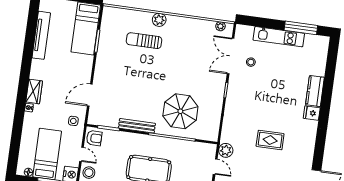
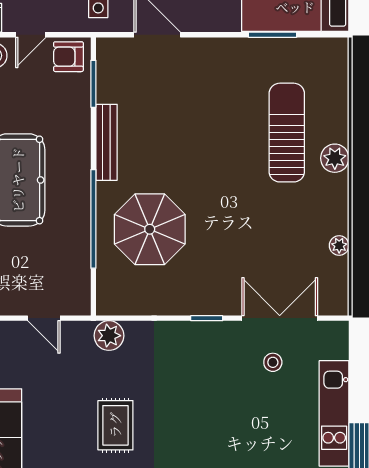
plant: (220, 26) -> (339, 246), moved
sun lounger: (144, 41) -> (287, 133), width x1.36, depth x1.34
armchair: (94, 138) -> (68, 57), turned 90
plant: (226, 150) -> (109, 336), moved
door: (215, 167) -> (44, 318), hinge flipped

